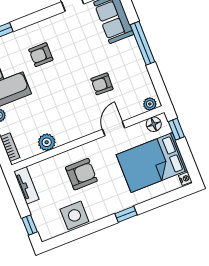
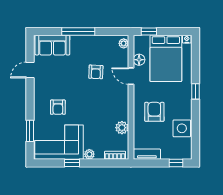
floor lamp: (154, 124) -> (139, 60), moved

